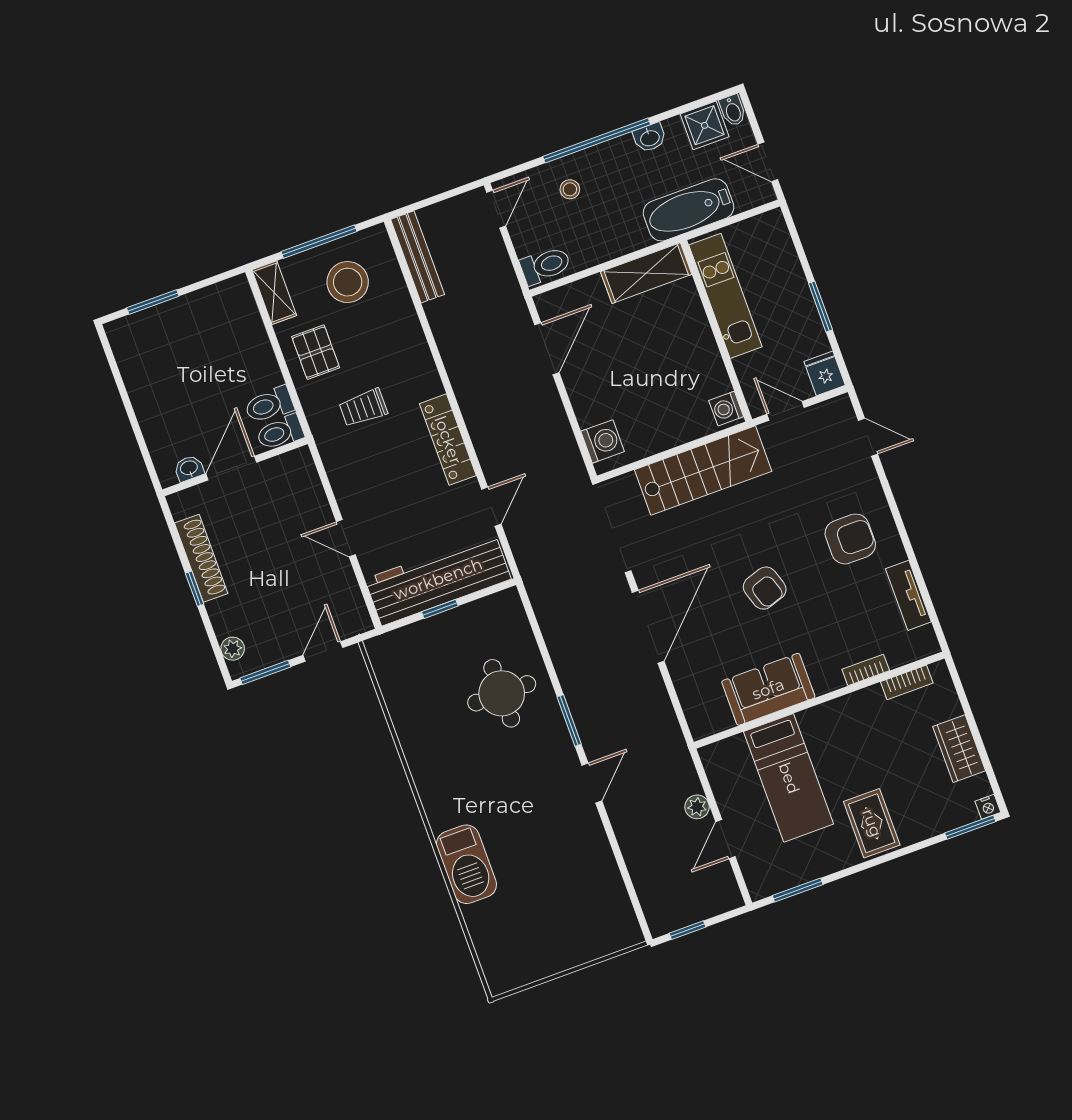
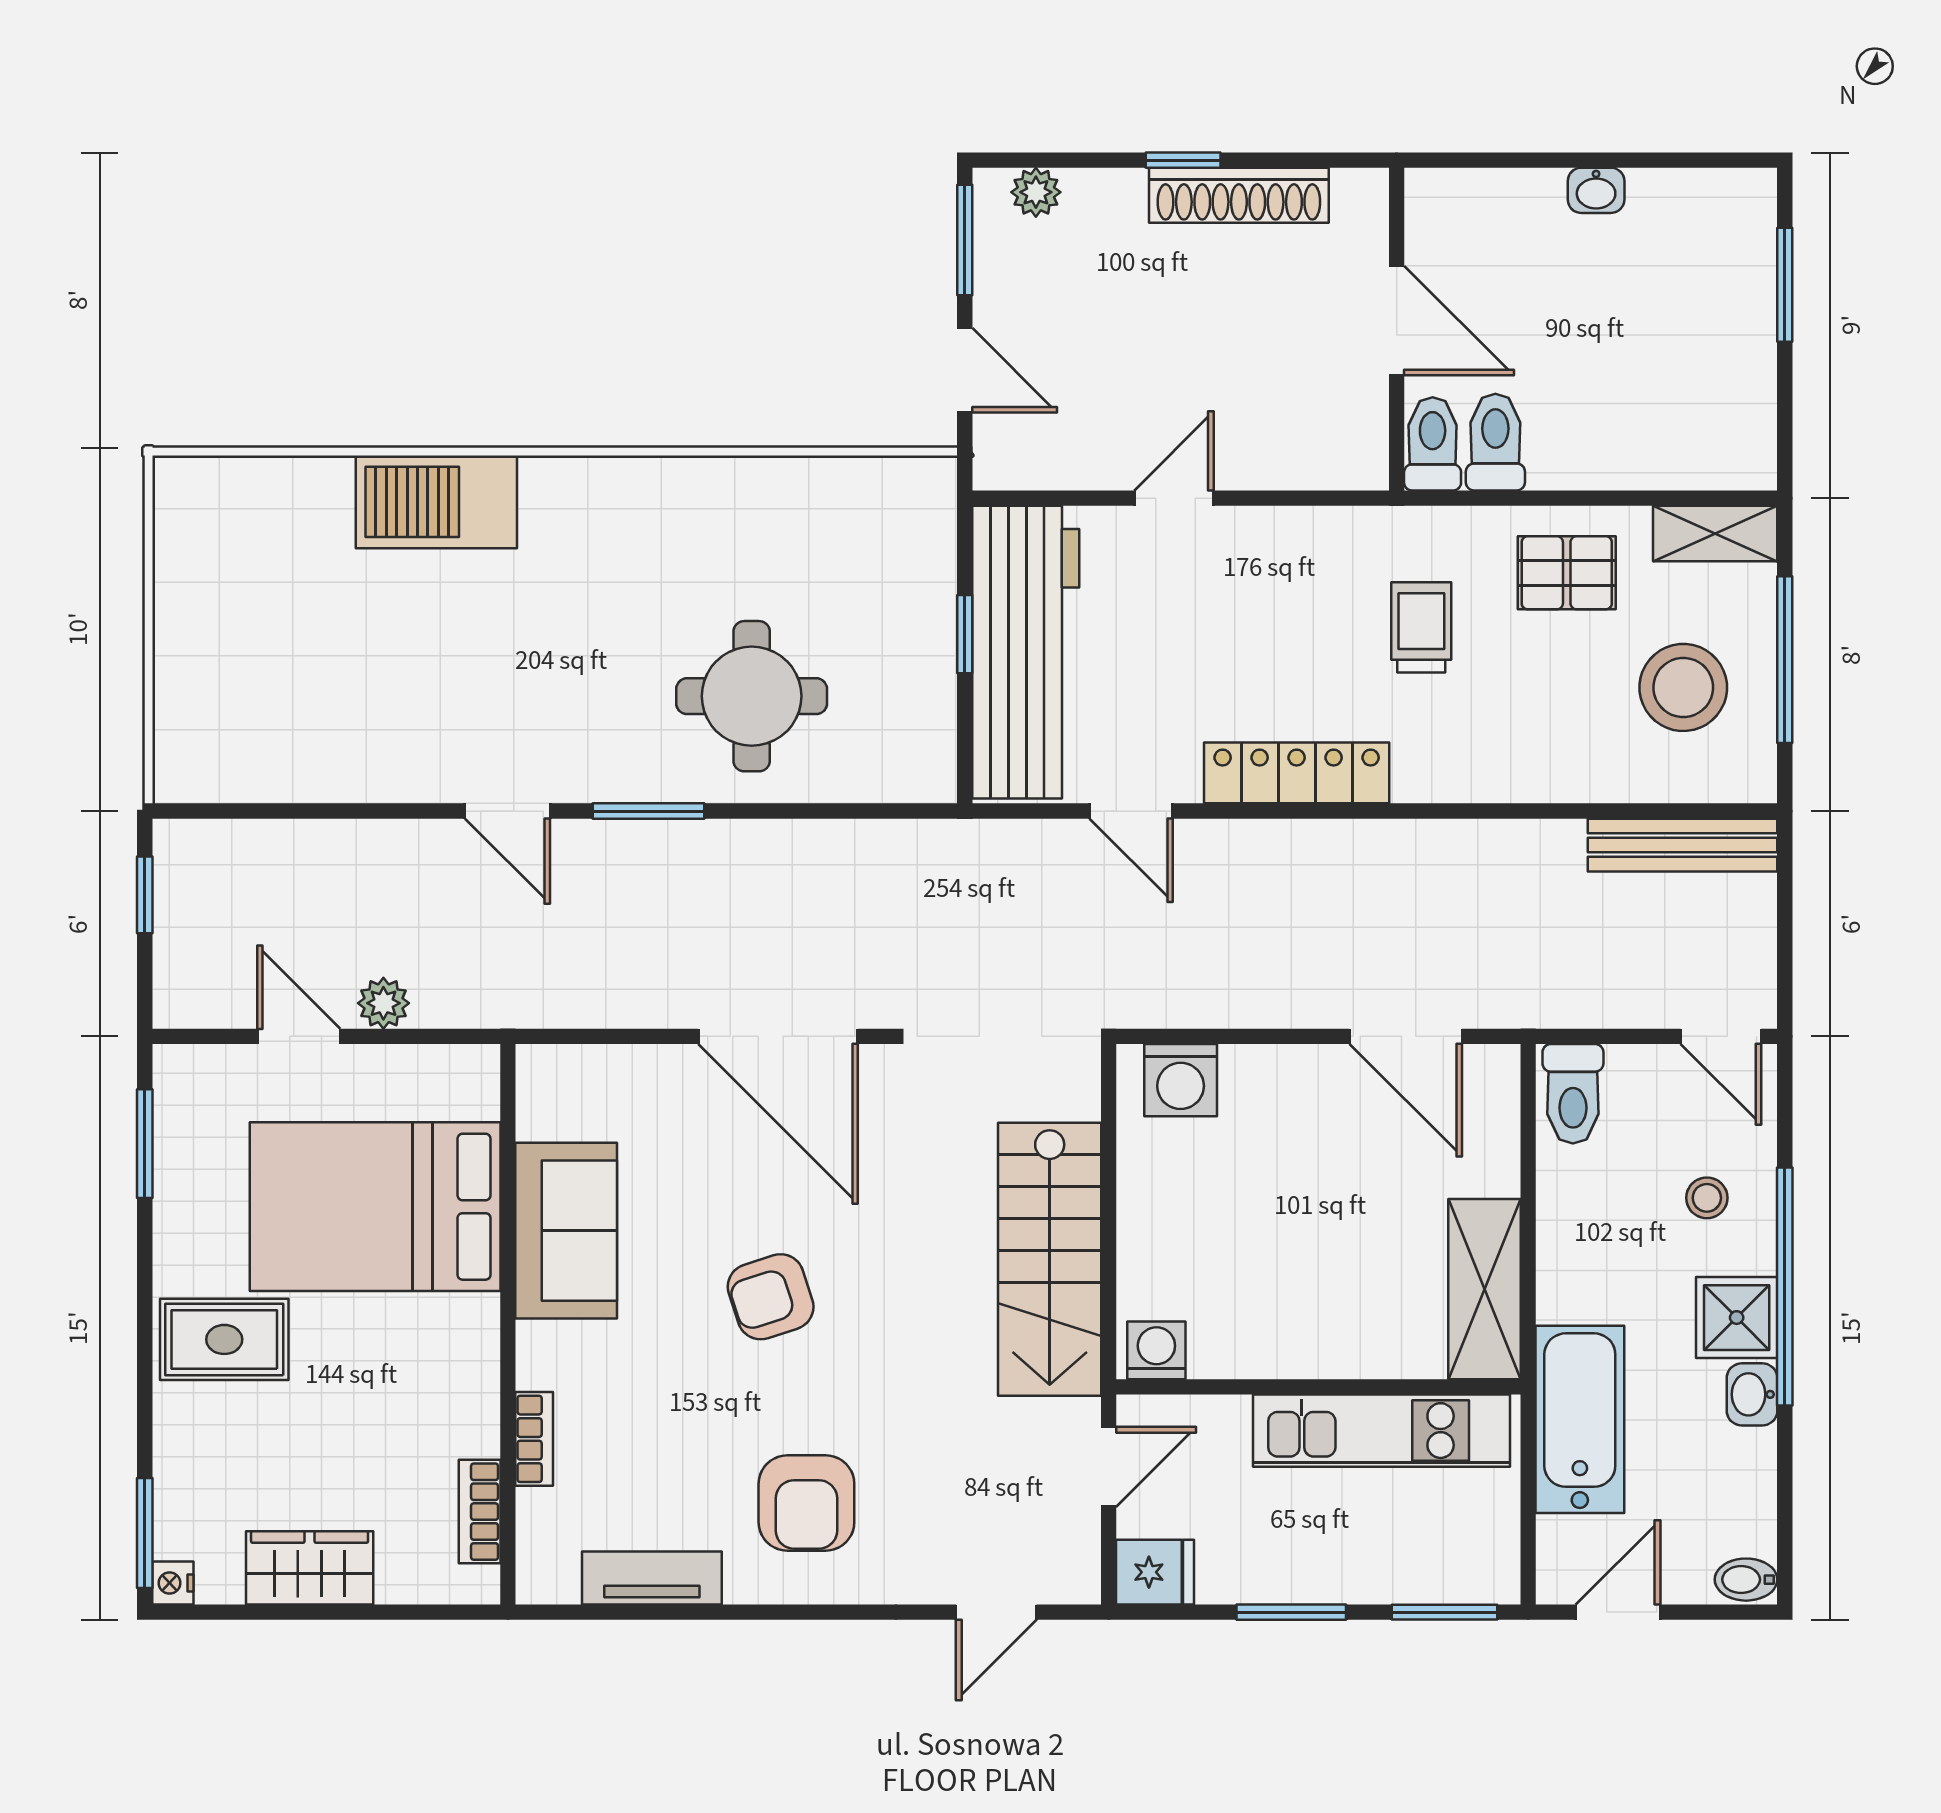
shower: (705, 125) -> (1737, 1318), moved
window: (796, 239) -> (1445, 1612), added
washbasin: (189, 468) -> (1596, 190), moved, turned 90
bed: (789, 778) -> (375, 1207), width x1.50

